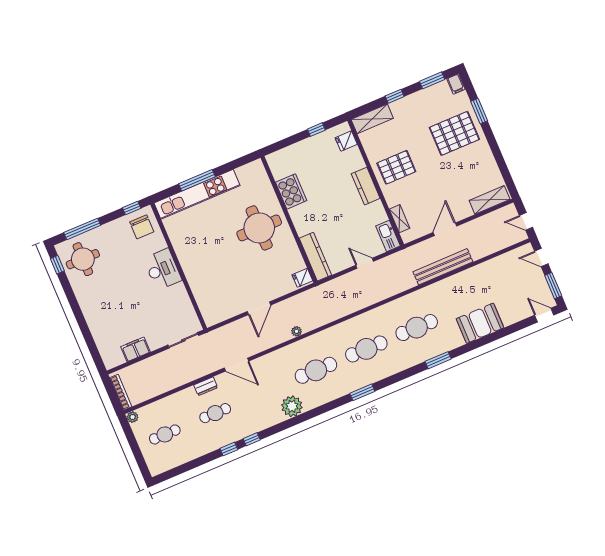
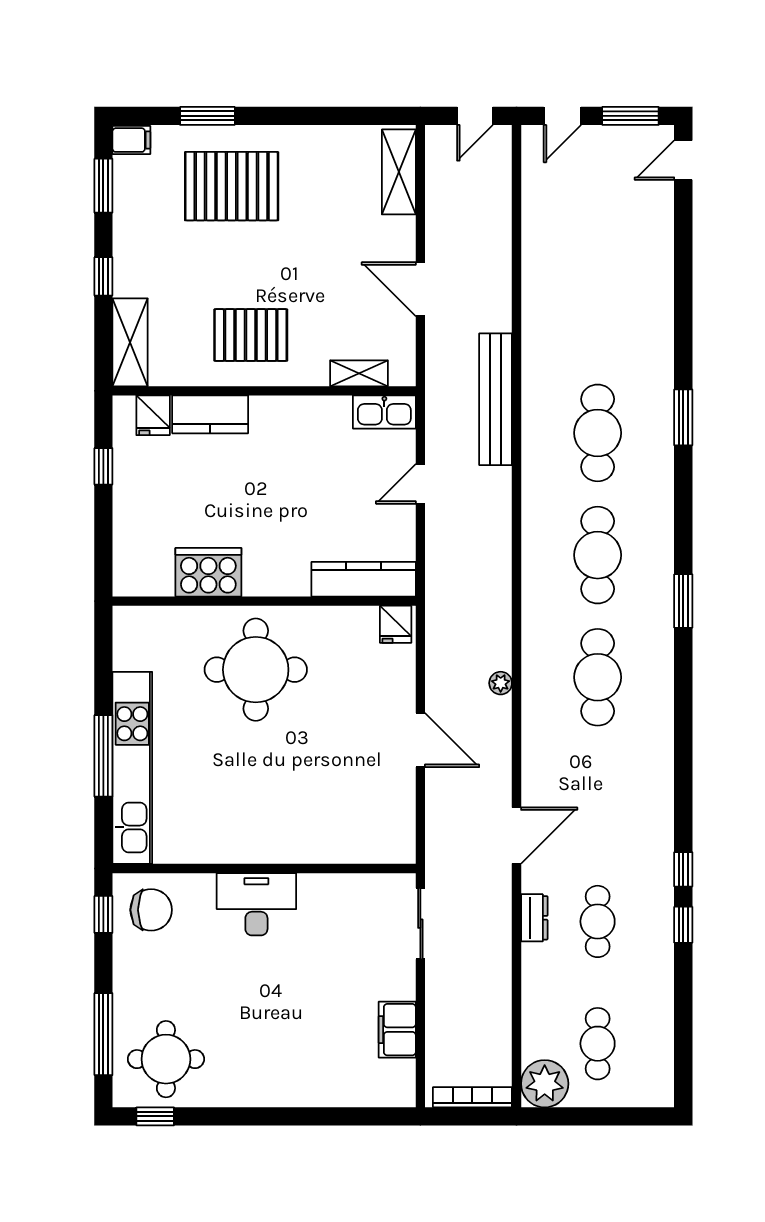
pallet: (454, 133) -> (232, 186), turned 90
pallet: (396, 167) -> (251, 335), turned 90
kitchen counter: (366, 186) -> (210, 414), moved
bench: (443, 267) -> (496, 399), moved
booth: (480, 323) -> (644, 299), removed
plant: (292, 406) -> (651, 758), removed
plant: (133, 417) -> (545, 1084), width x1.88, depth x1.88

